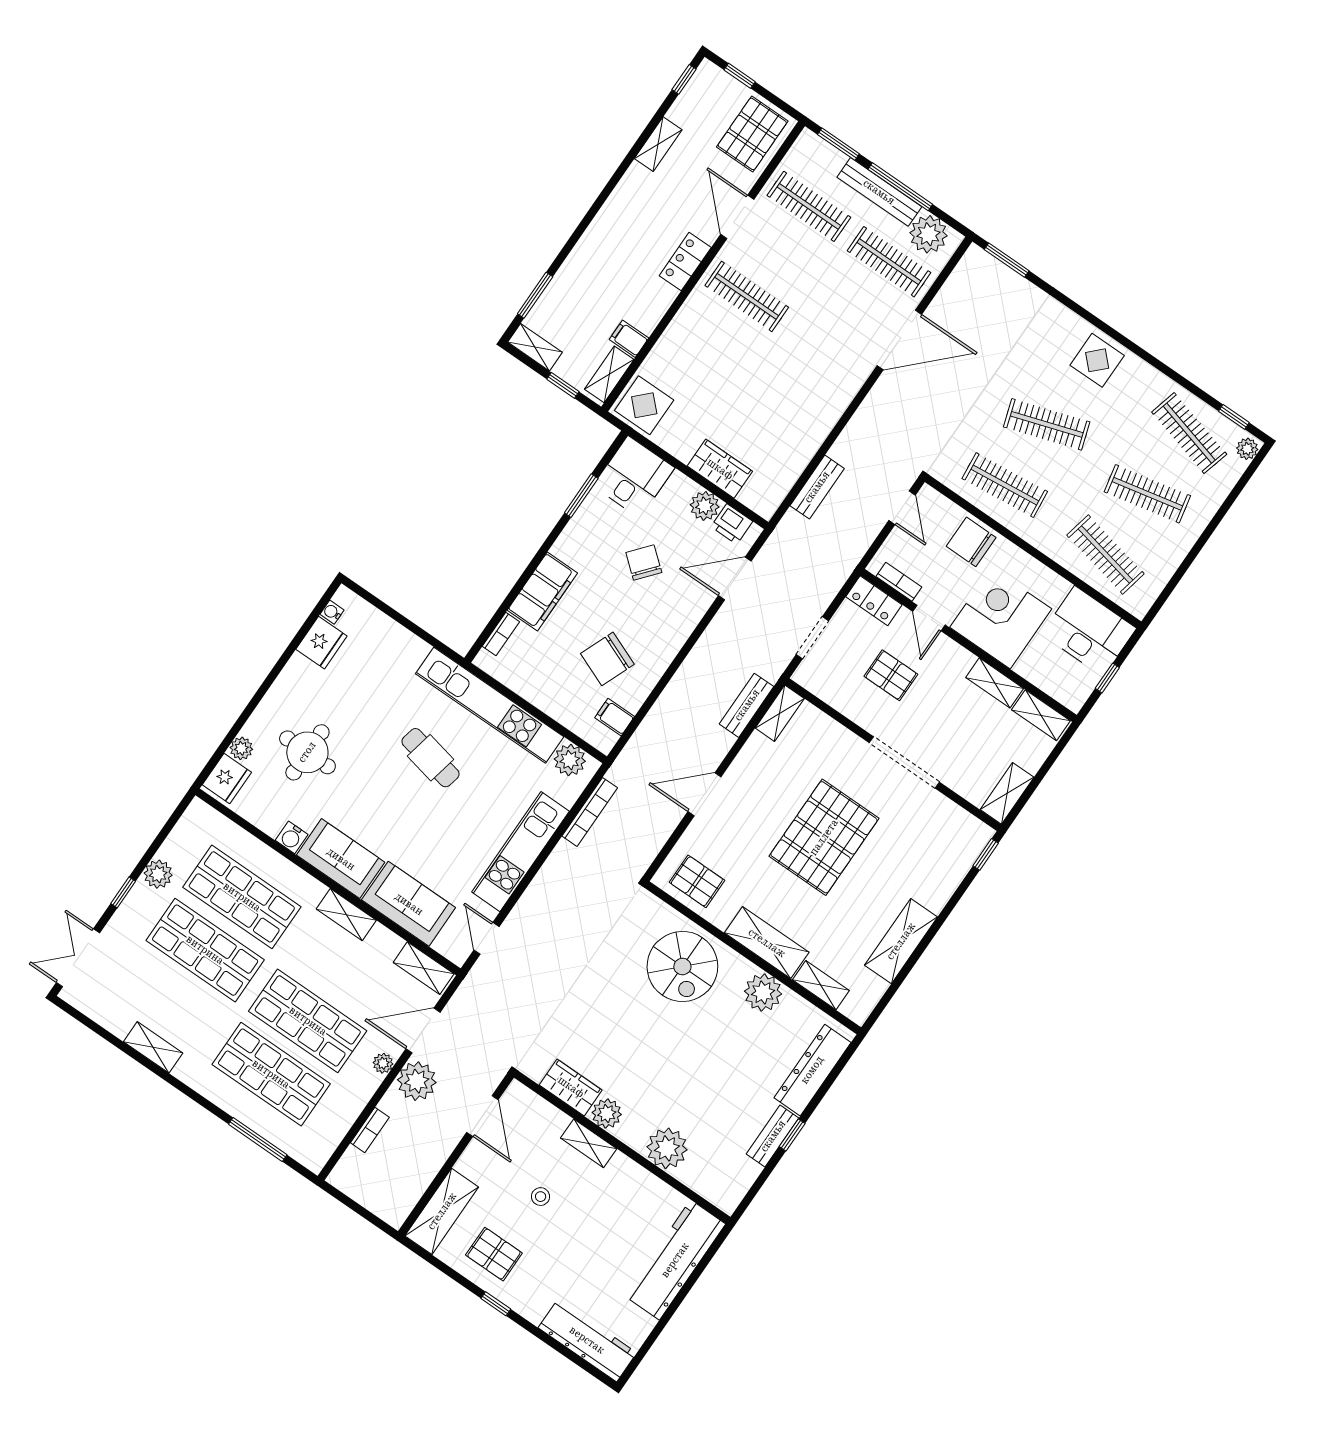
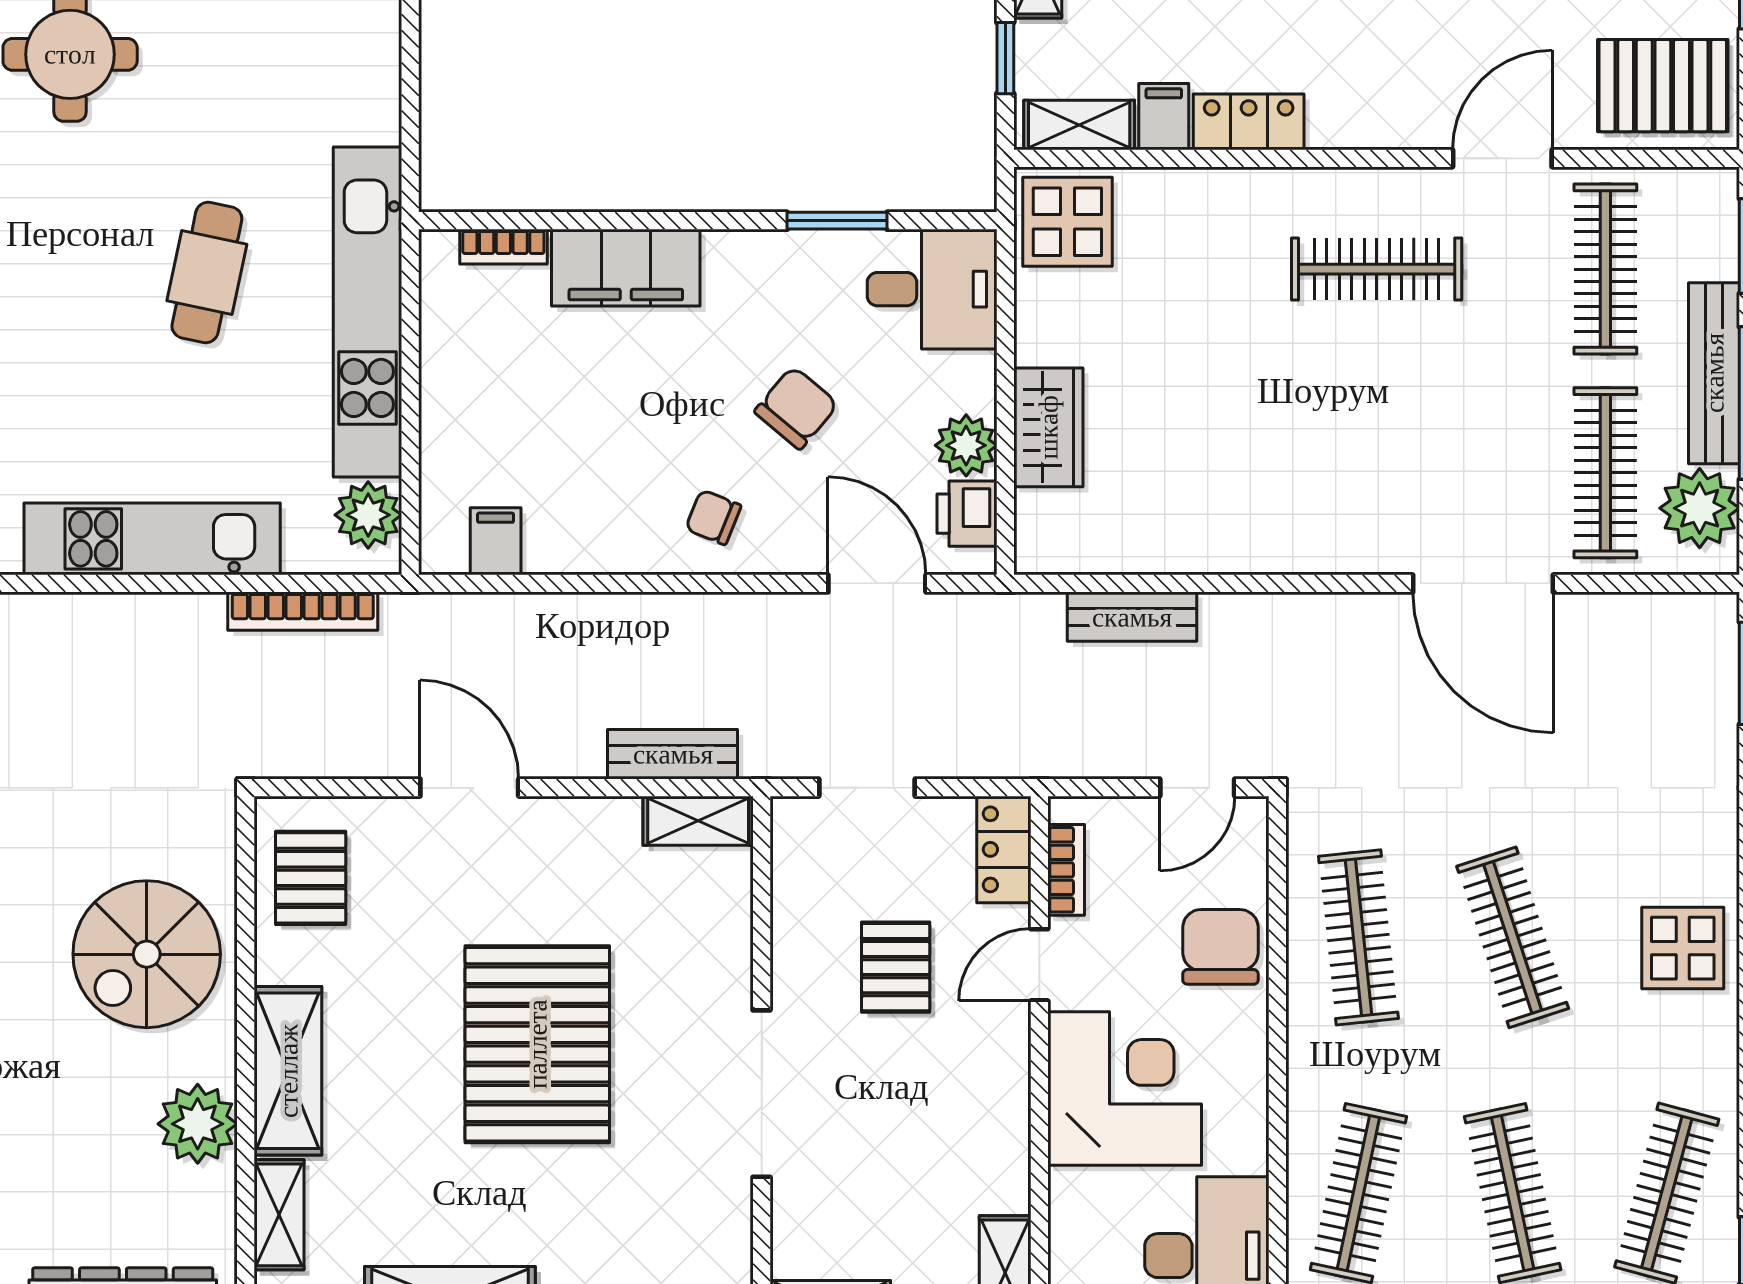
locker: (685, 262) -> (1249, 122), moved
clothes rail: (747, 296) -> (1377, 269), turned 90
chair: (607, 659) -> (713, 517), moved, width x0.54, depth x0.54
shelving: (995, 683) -> (1005, 1155), removed
pallet: (824, 837) -> (537, 1044), turned 90

